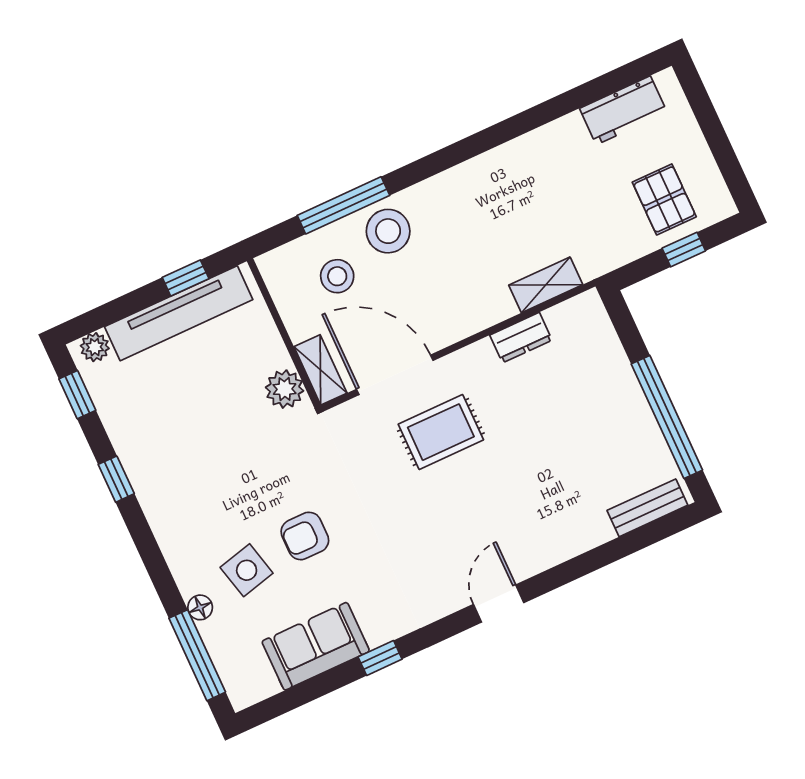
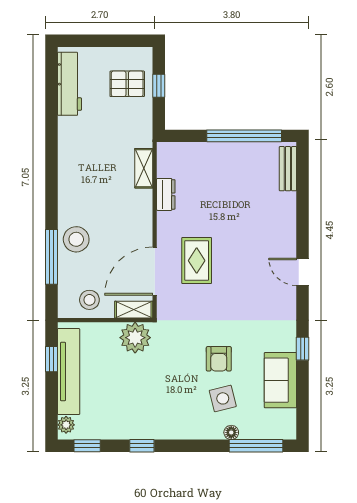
workbench: (623, 110) -> (69, 84), width x1.38
stool: (337, 276) -> (89, 300), moved
plant: (285, 389) -> (135, 338), width x1.36, depth x1.36

